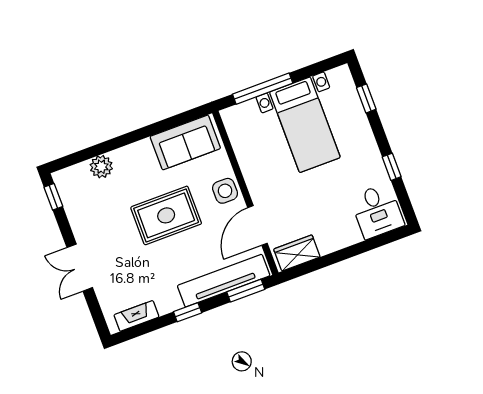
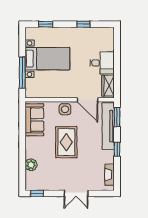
desk: (377, 211) -> (102, 63), moved

